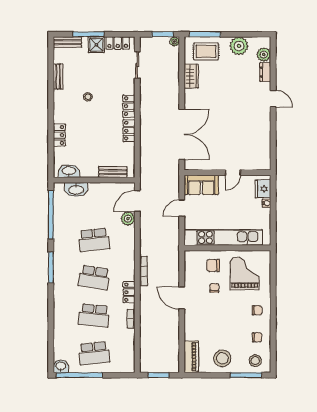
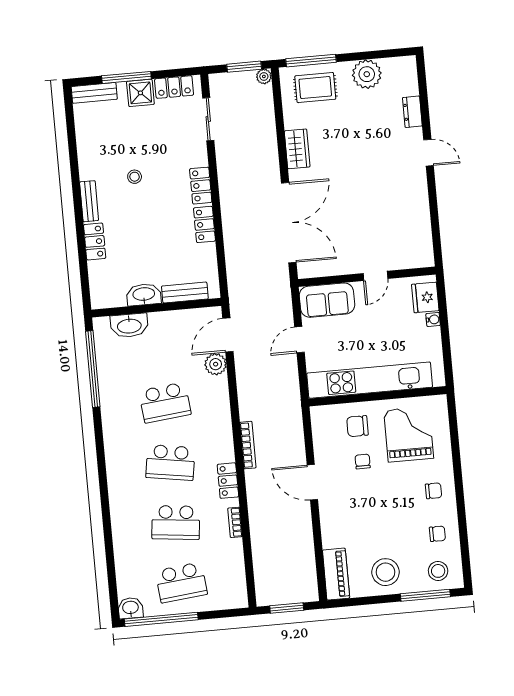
plant: (264, 55) -> (407, 84), removed
wardrobe: (191, 76) -> (297, 149), moved
bench: (58, 77) -> (89, 201), moved
washbasin: (69, 171) -> (144, 295), moved
window: (51, 267) -> (100, 453), removed

